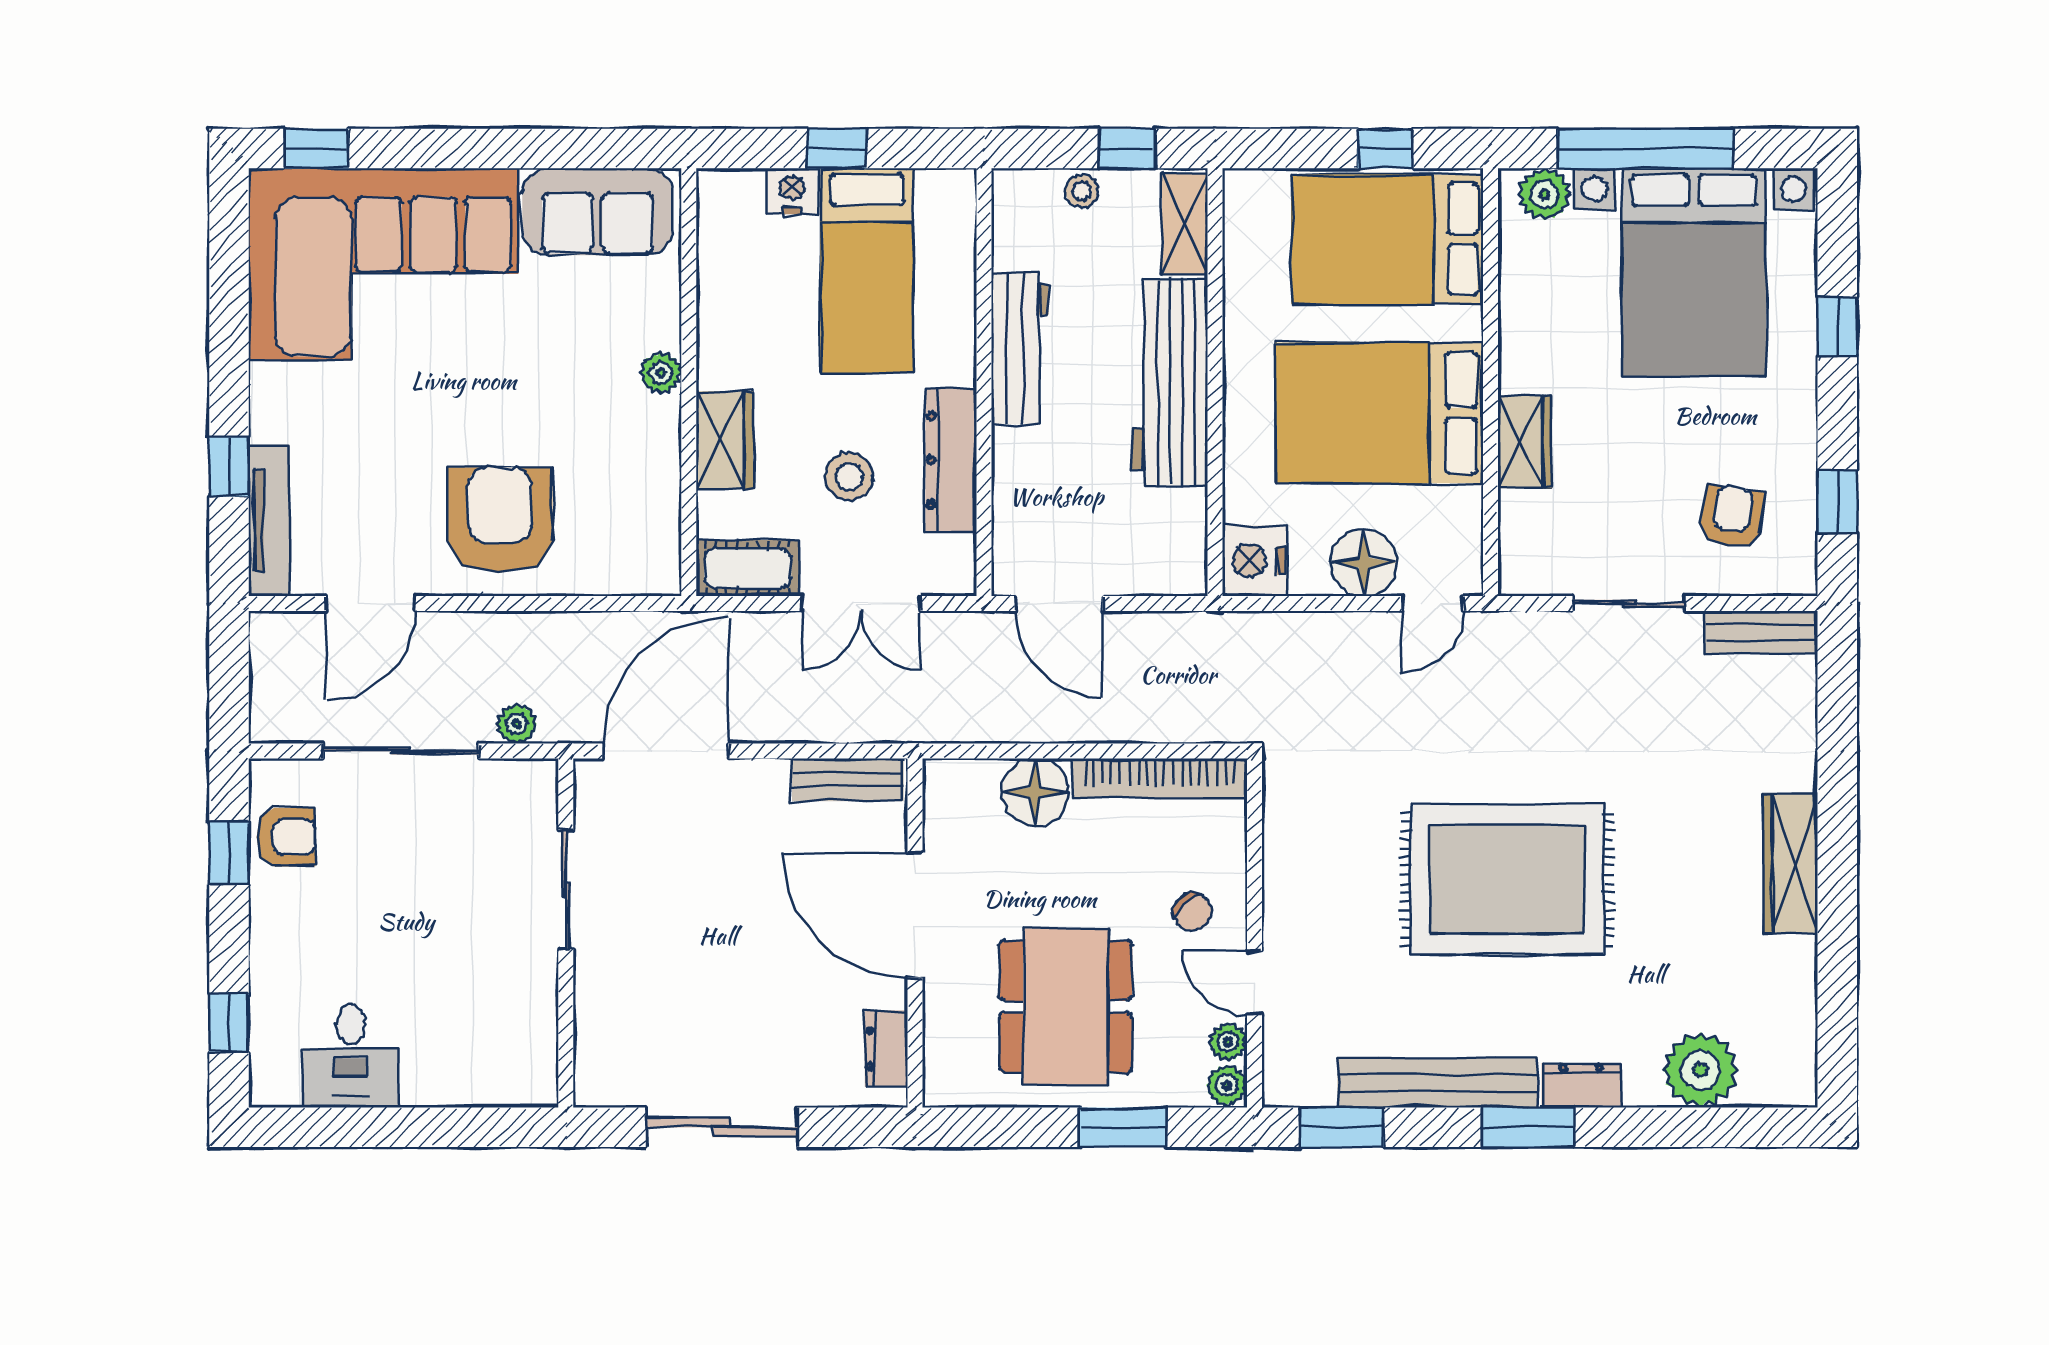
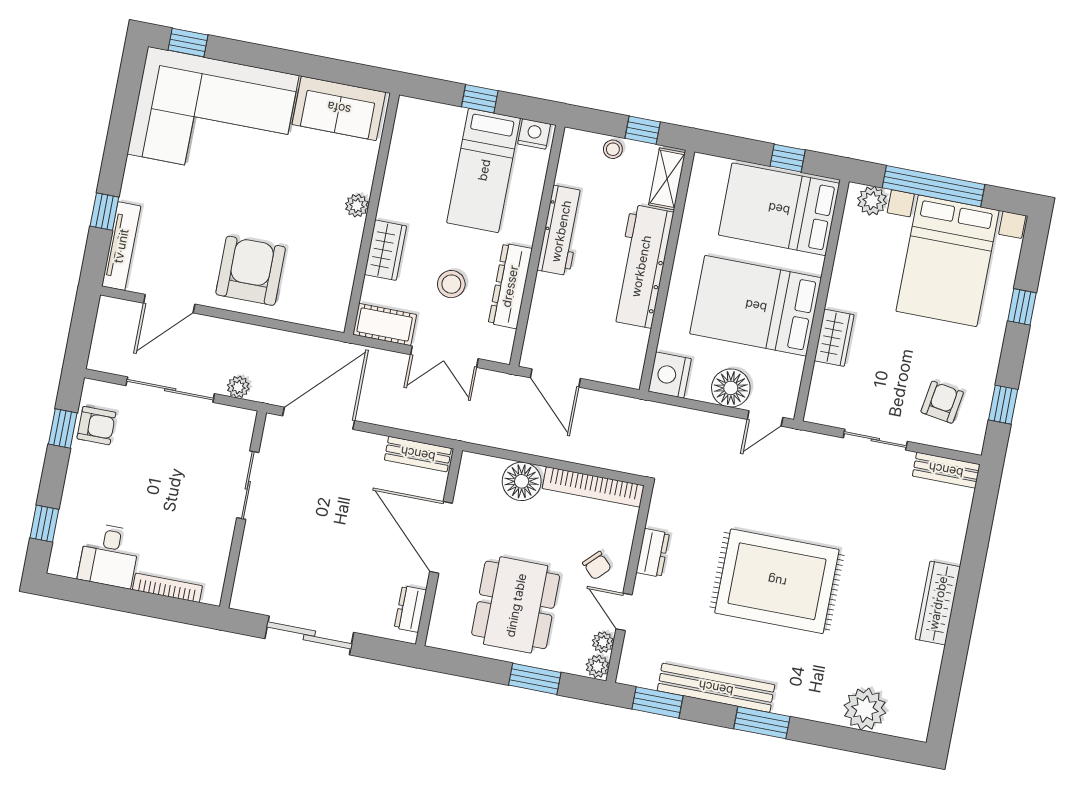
nightstand: (792, 191) -> (534, 134), moved
dresser: (1581, 1085) -> (653, 553), moved, turned 90
bookcase: (462, 1092) -> (167, 588), added

